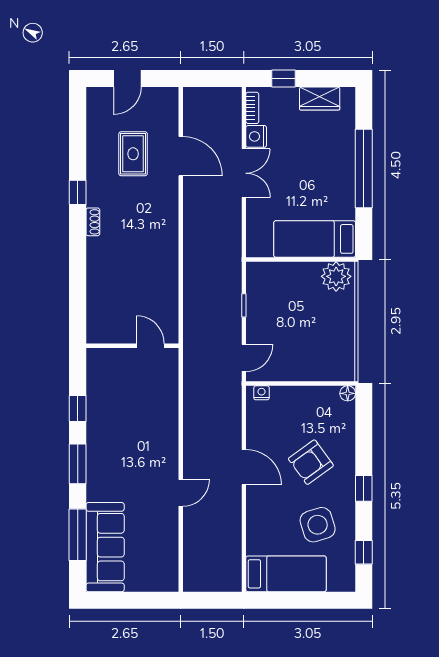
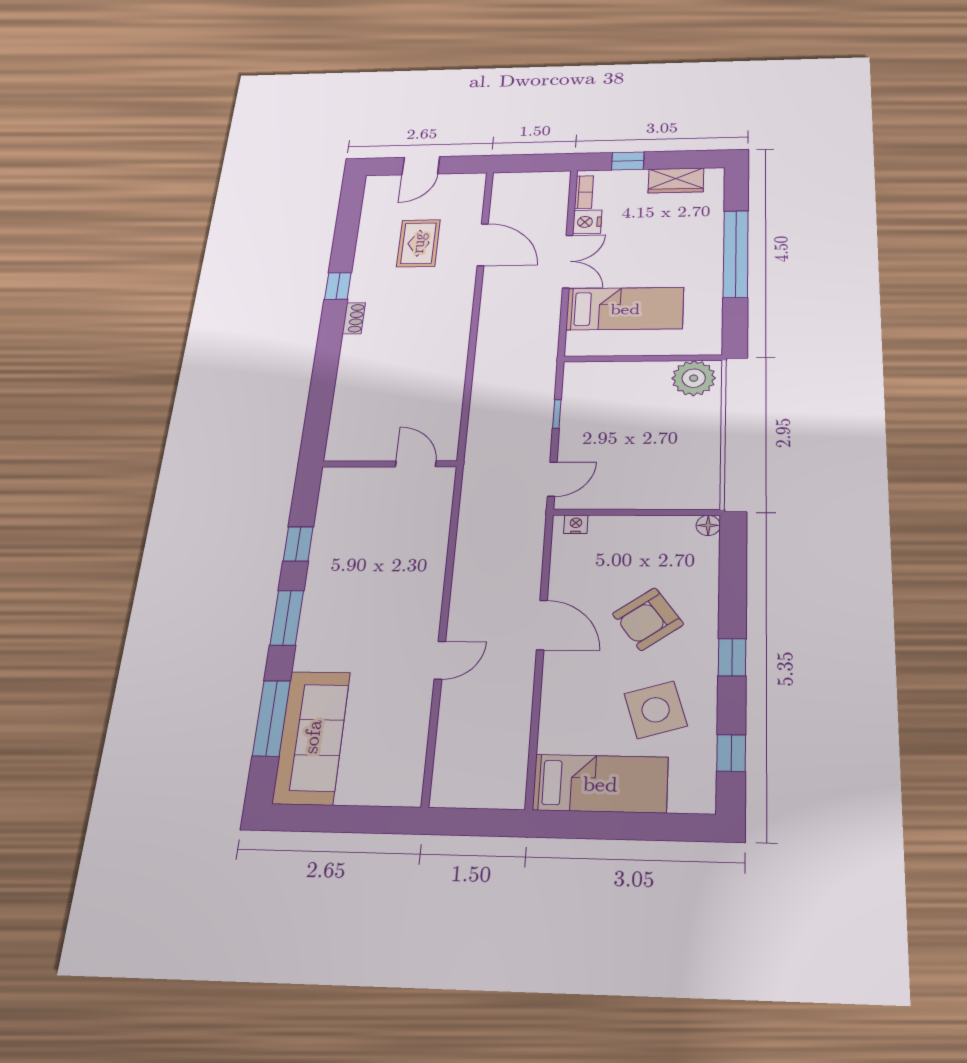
bed: (315, 239) -> (625, 309), moved, turned 180

